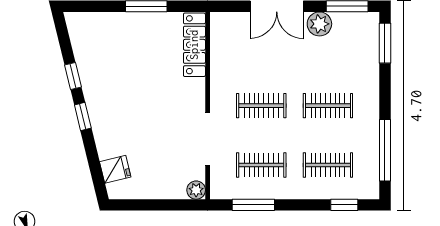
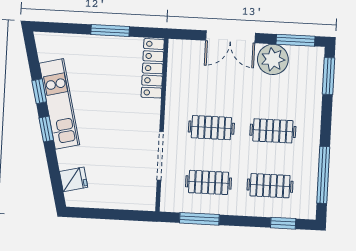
plant: (319, 24) -> (273, 59), width x1.36, depth x1.36
kitchen unit: (96, 89) -> (59, 104), added
plant: (196, 190) -> (147, 202), removed

